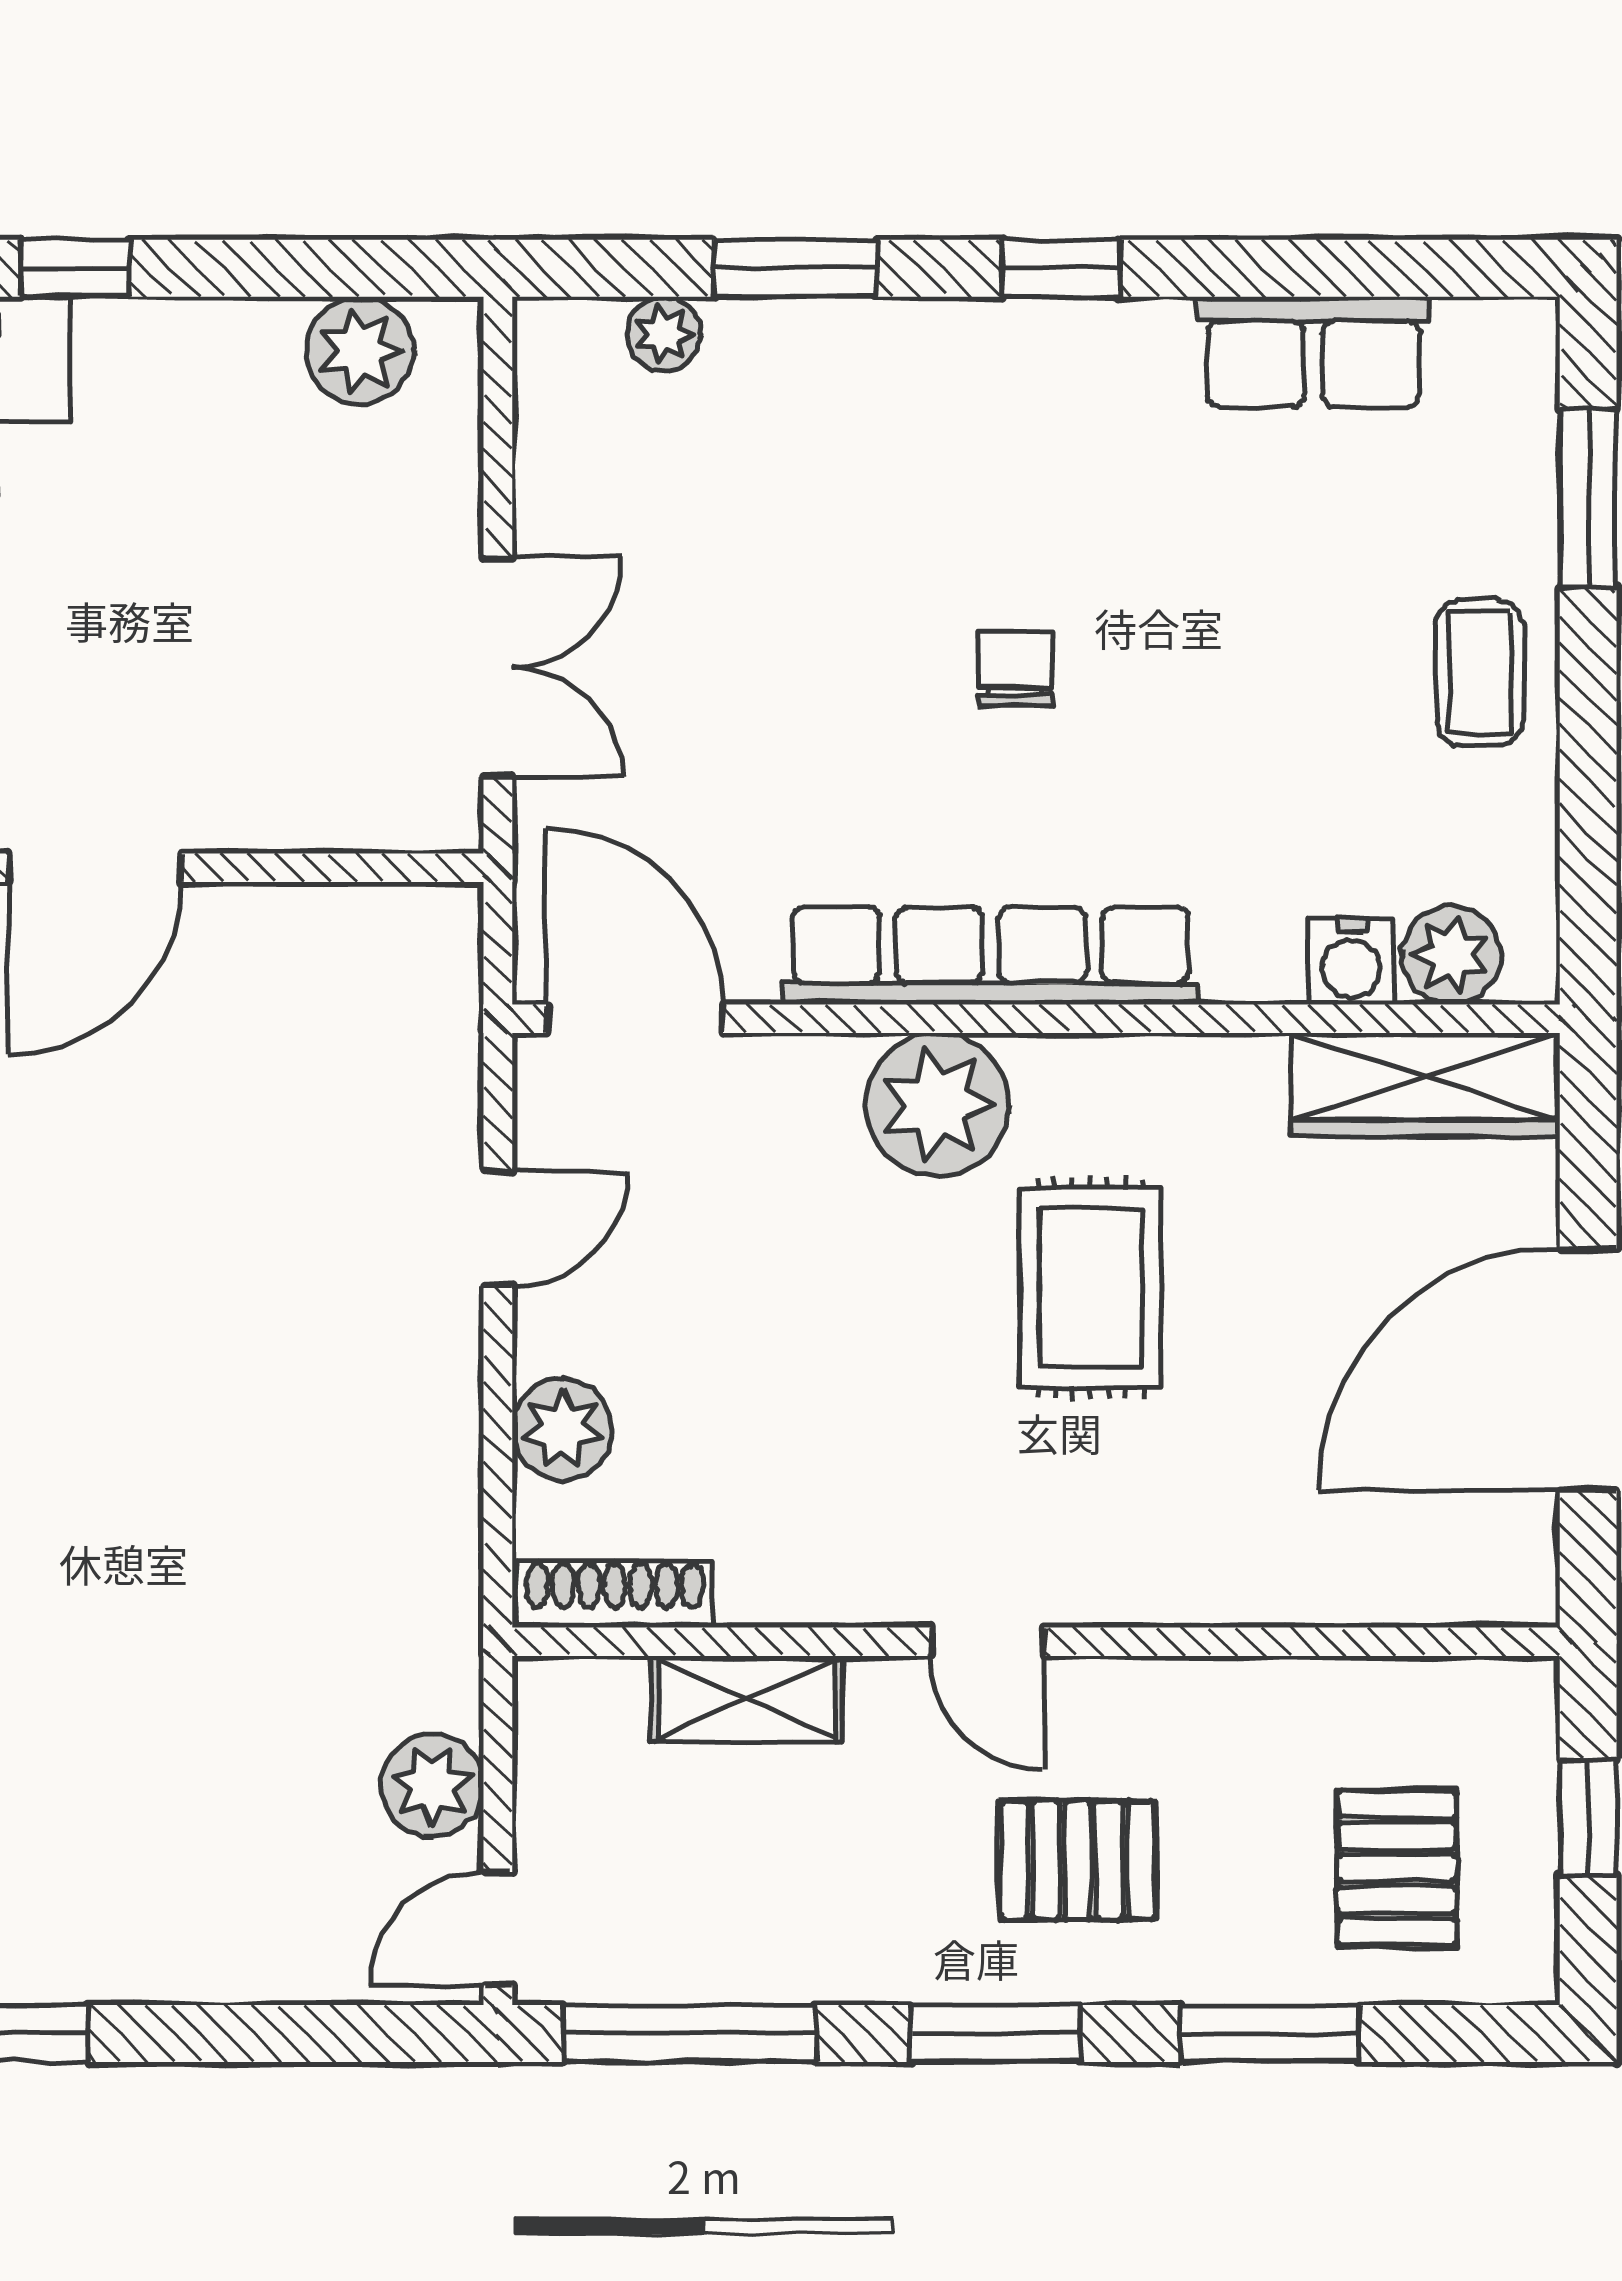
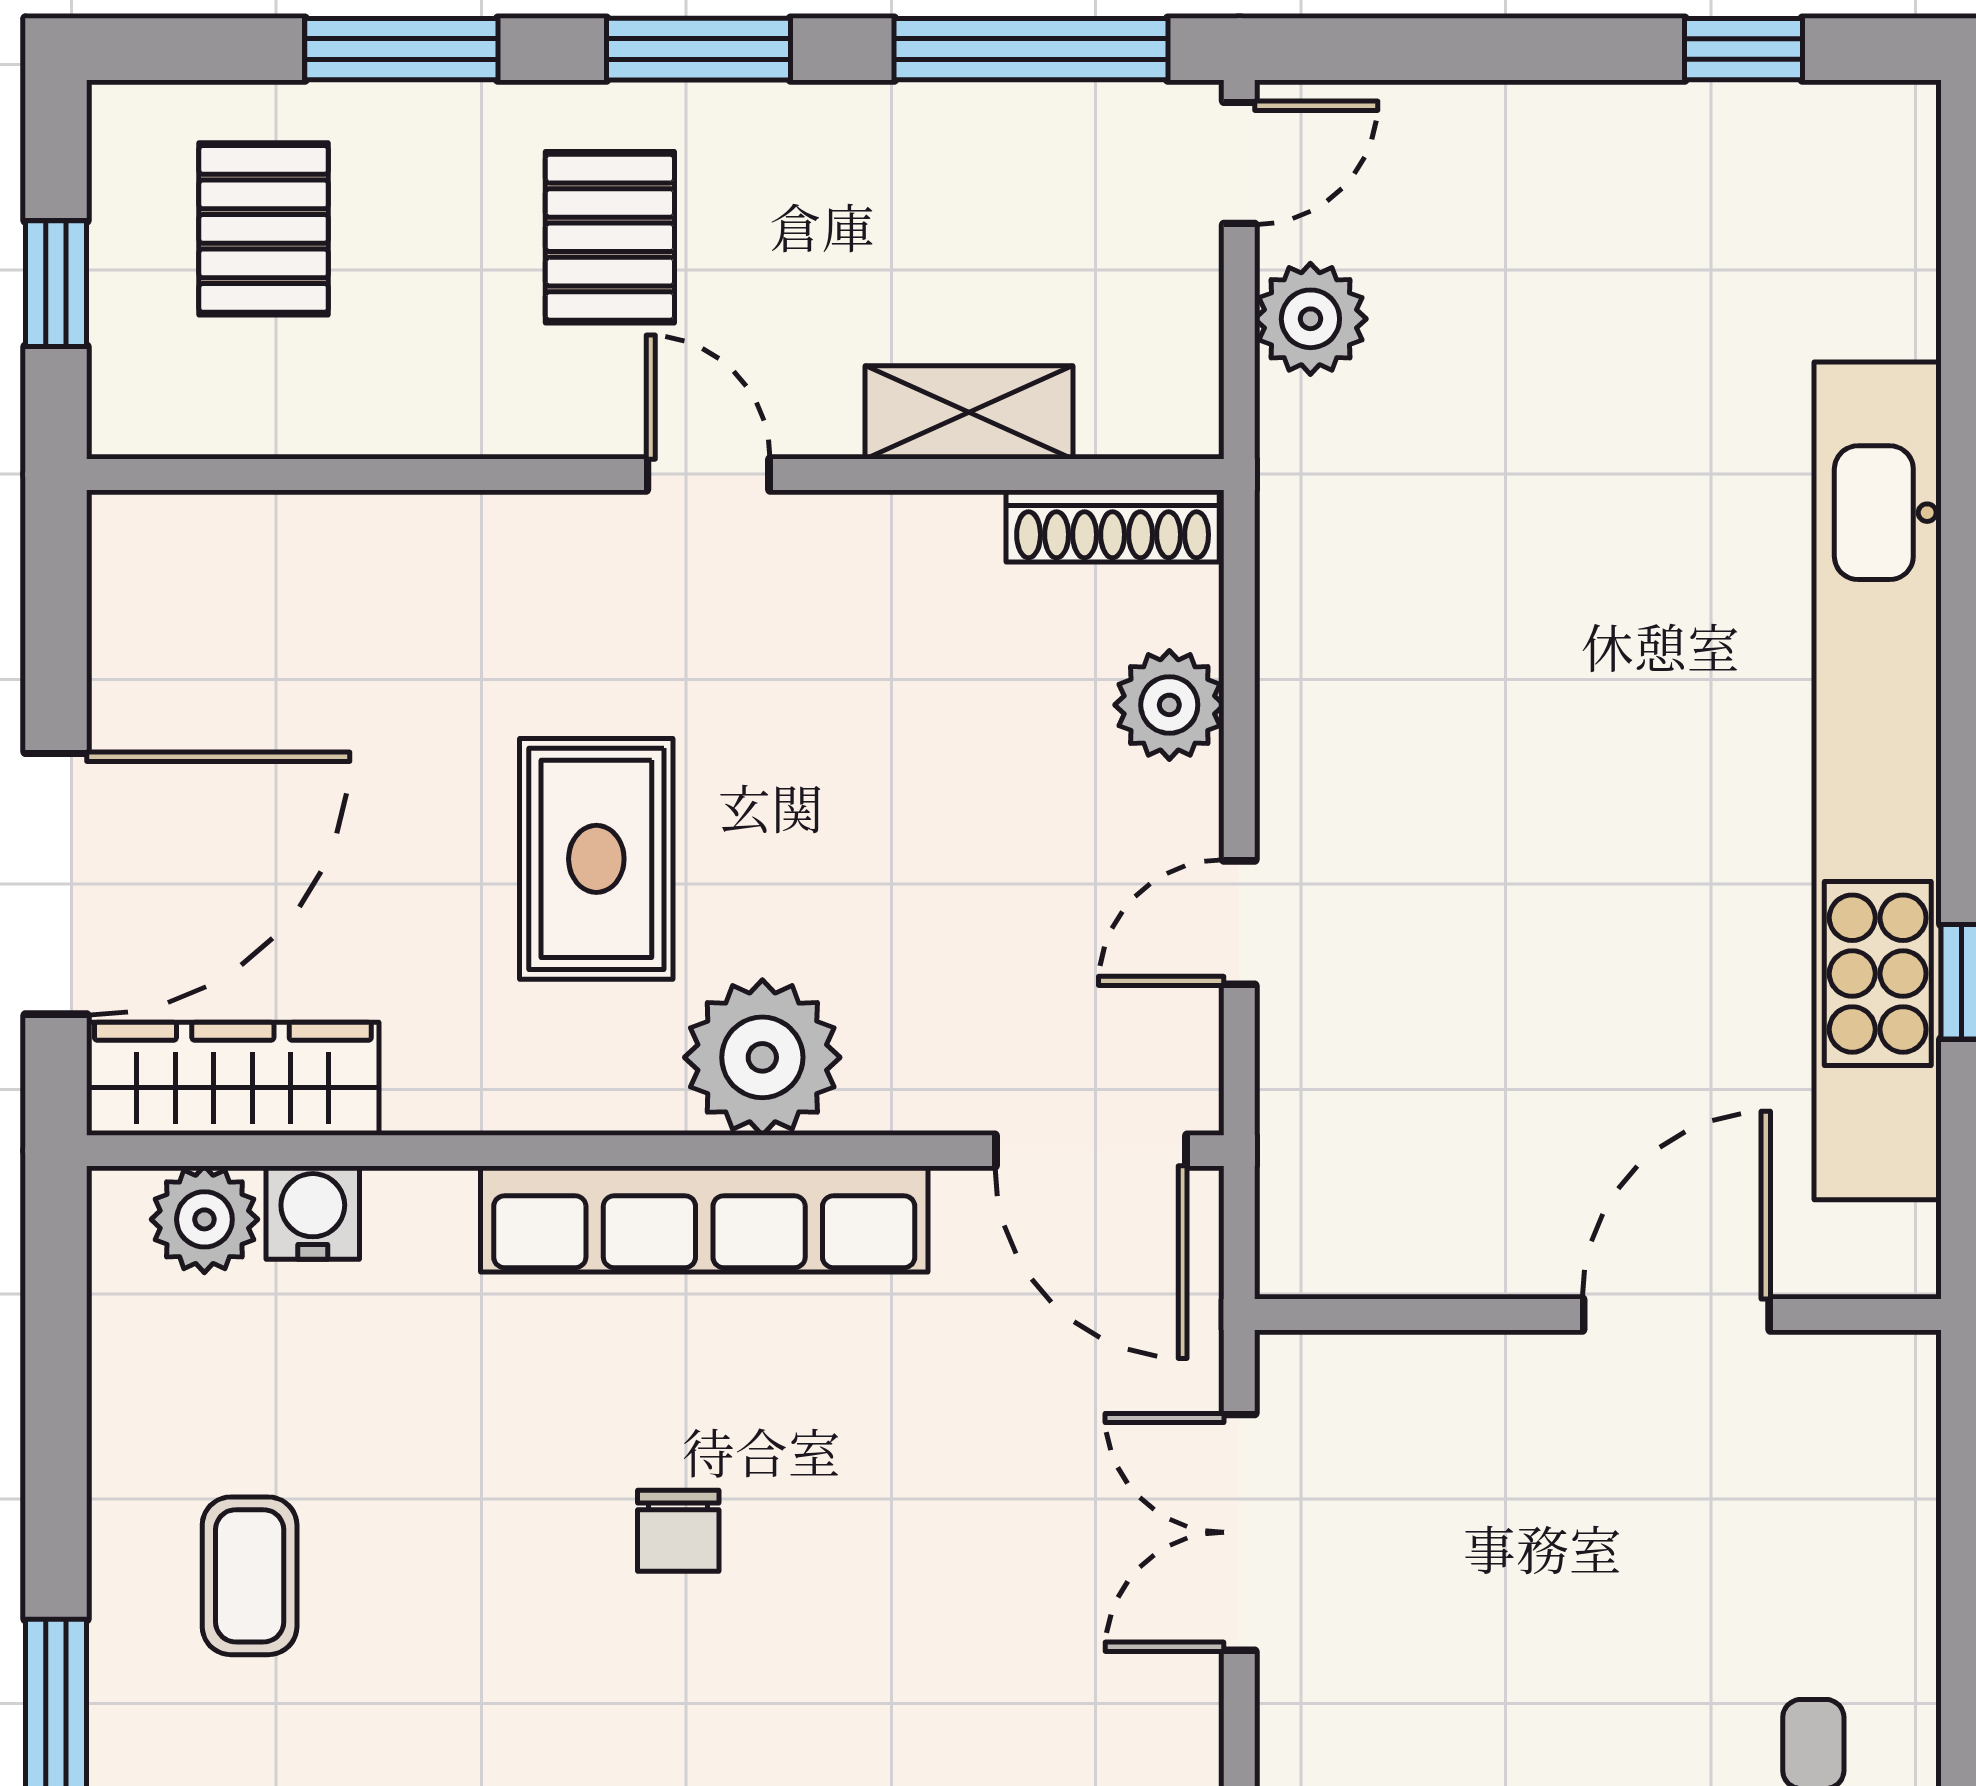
coffee table: (1480, 673) -> (250, 1576), moved
door: (1588, 1370) -> (56, 884), moved
pallet: (1078, 1860) -> (610, 237), turned 90

